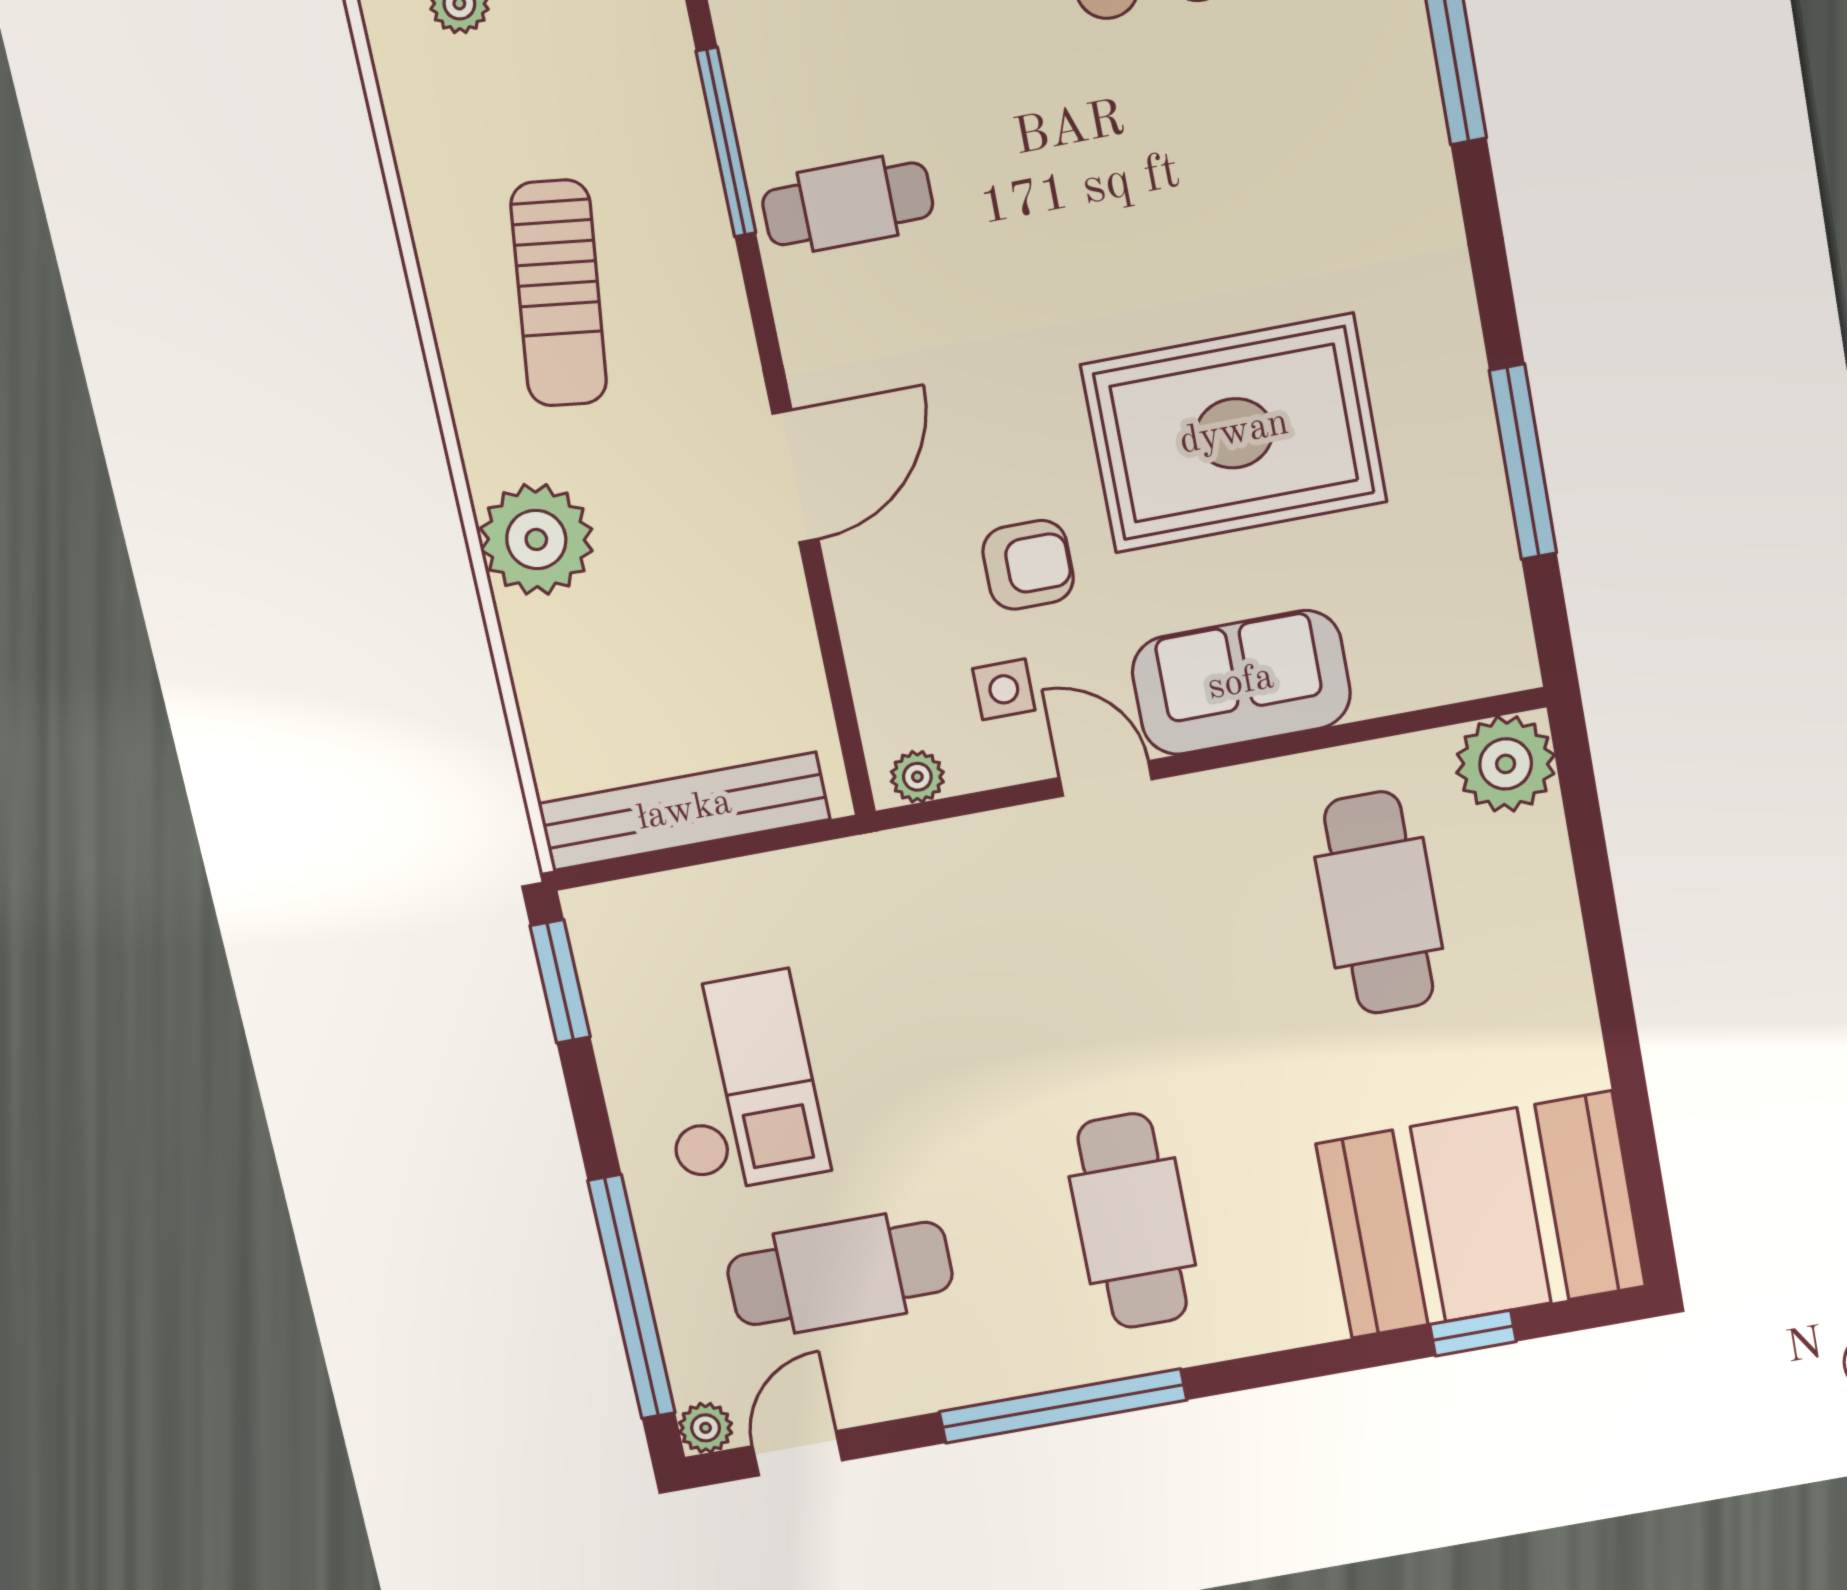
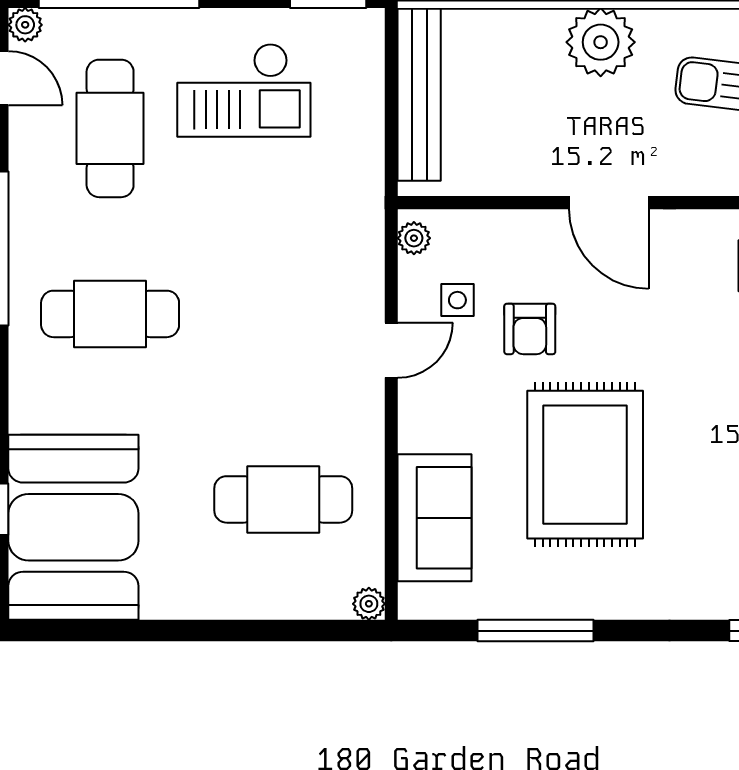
sofa: (1241, 683) -> (435, 518), moved
plant: (1506, 764) -> (369, 604), width x0.53, depth x0.53

